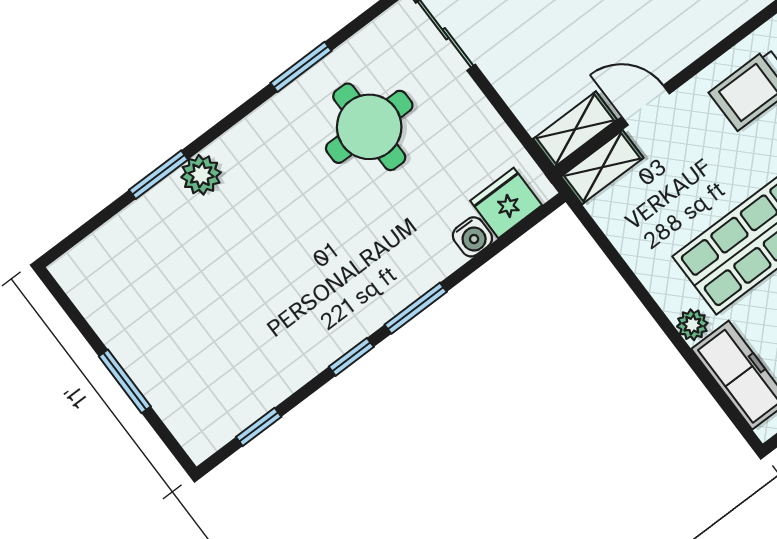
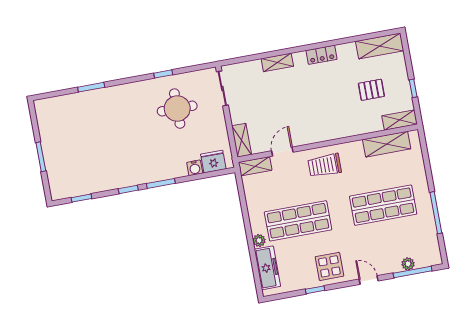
window: (301, 67) -> (163, 74), width x0.67
door: (646, 105) -> (282, 152), hinge flipped
shelving: (575, 129) -> (242, 140), moved, turned 90
plant: (201, 175) -> (107, 95), removed

